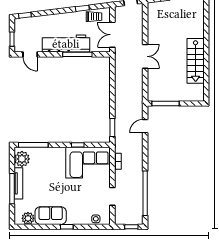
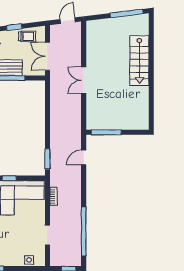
double door: (145, 56) -> (84, 80), swing flipped
stairs: (196, 61) -> (139, 61), moved

